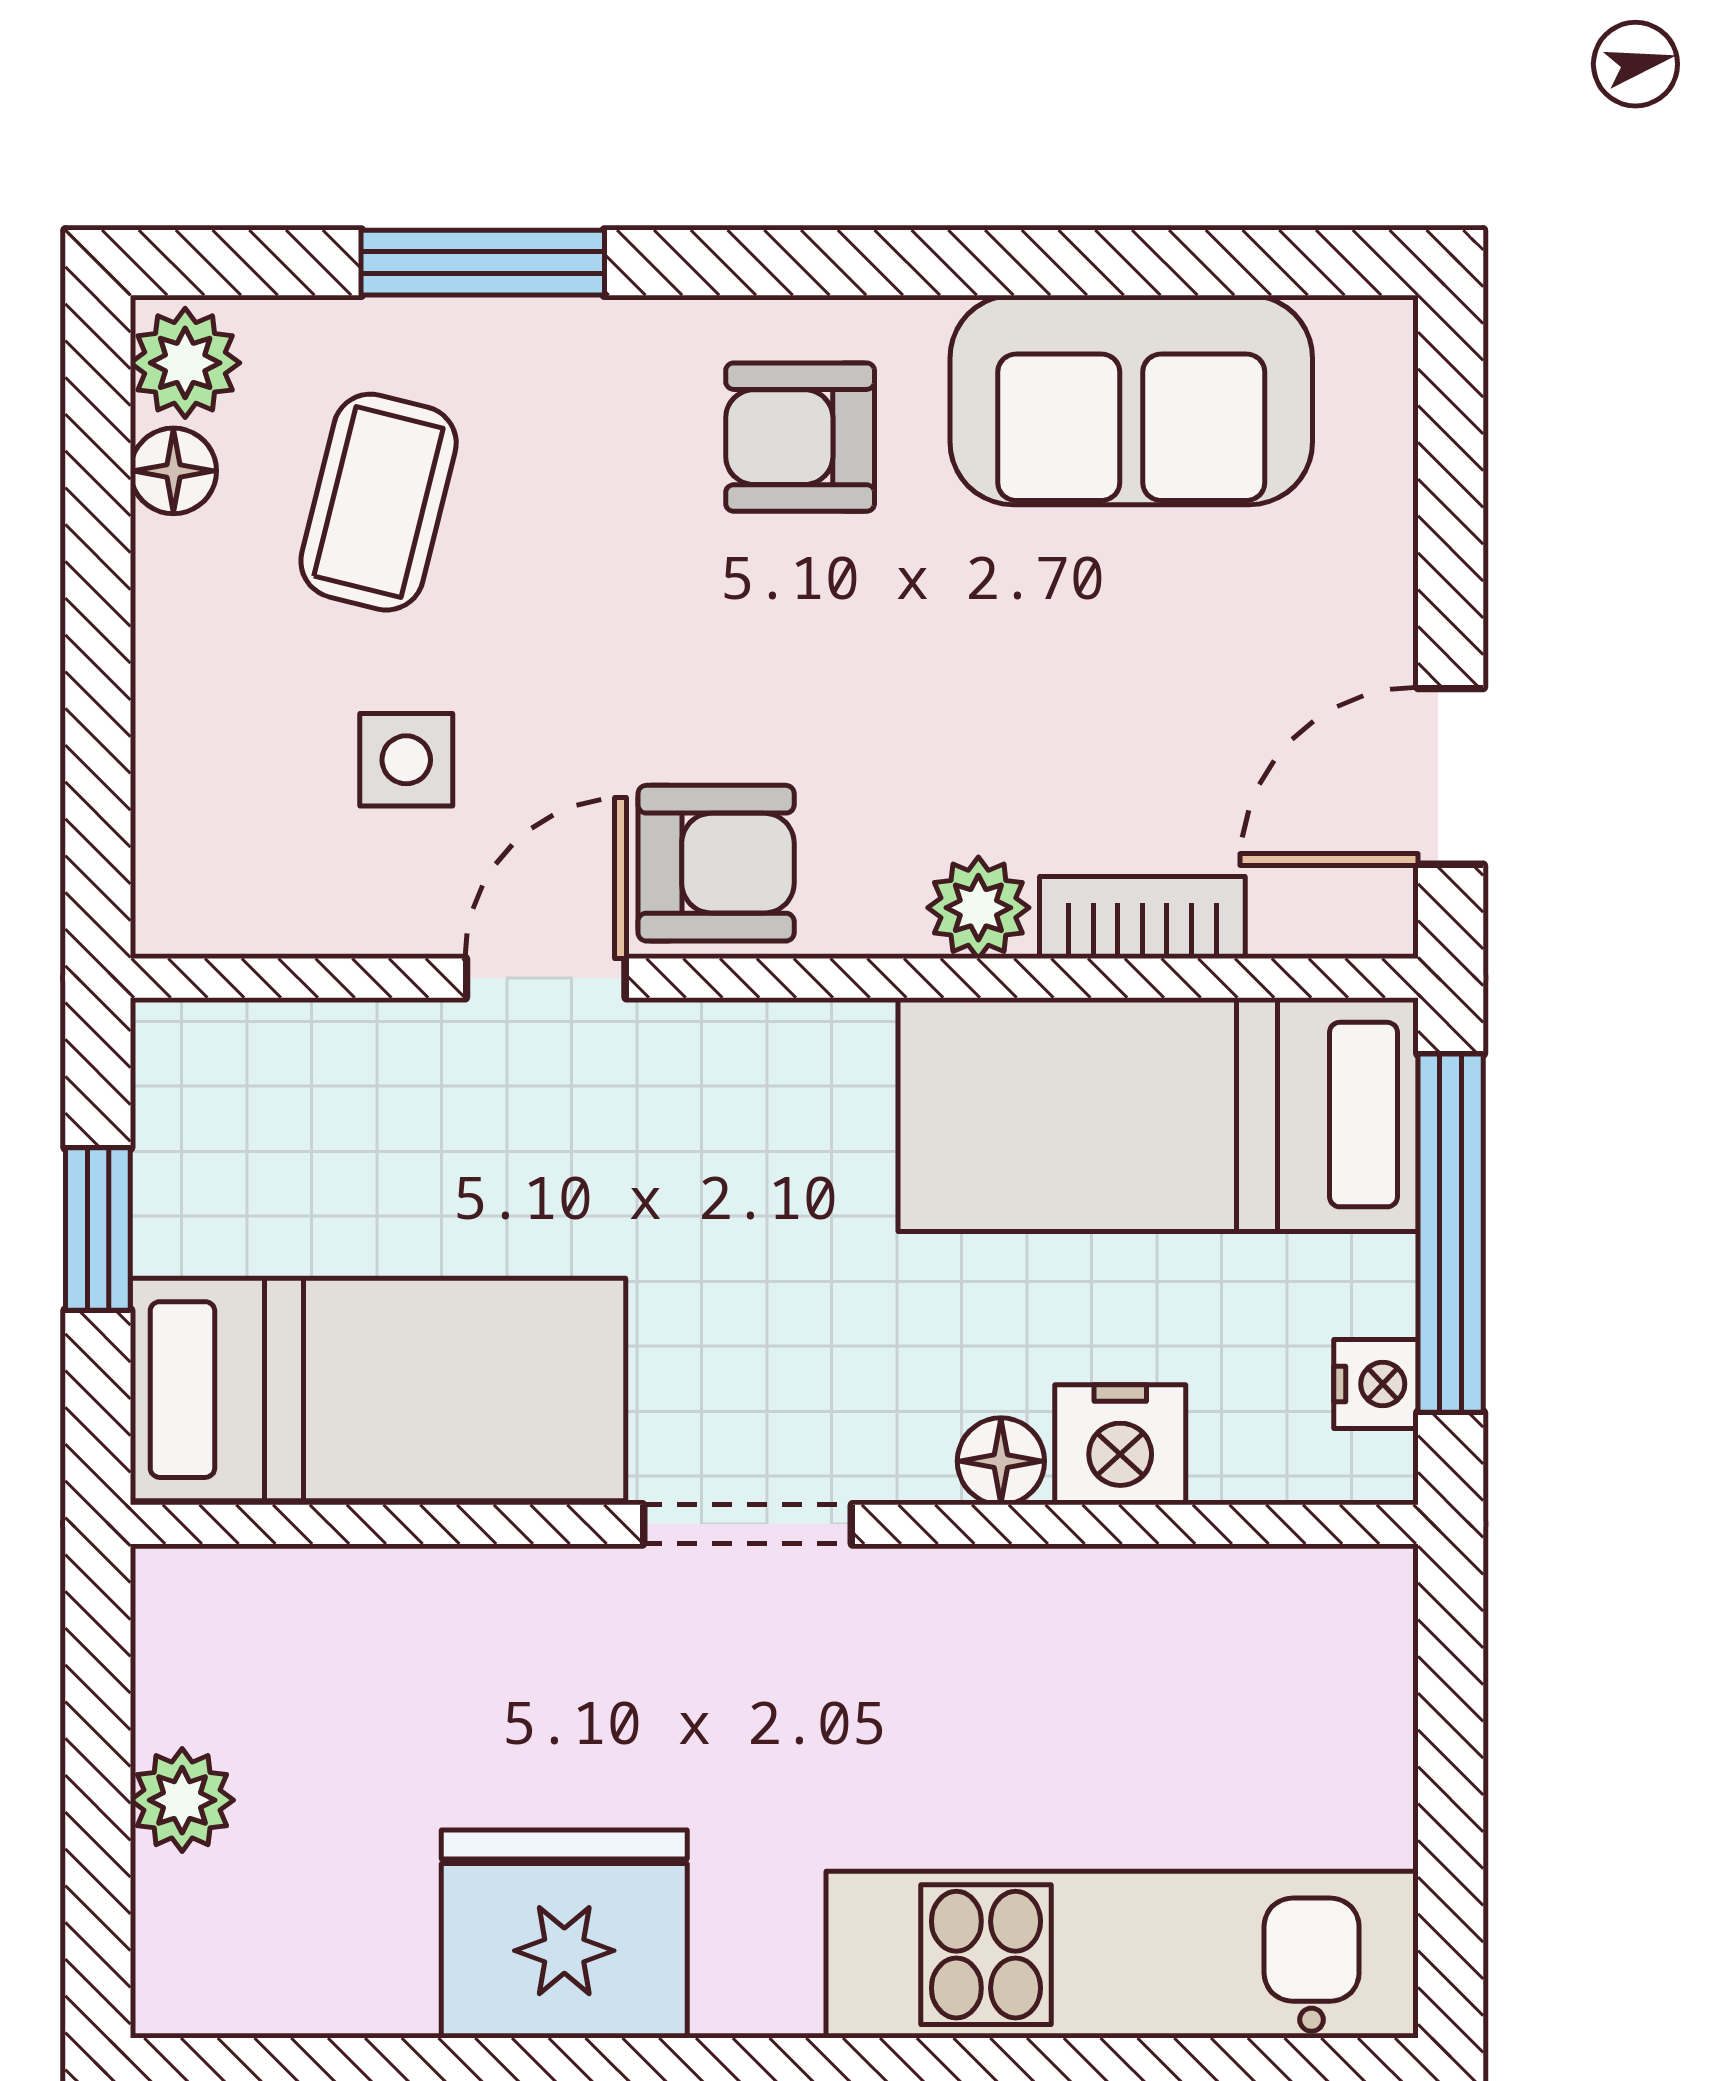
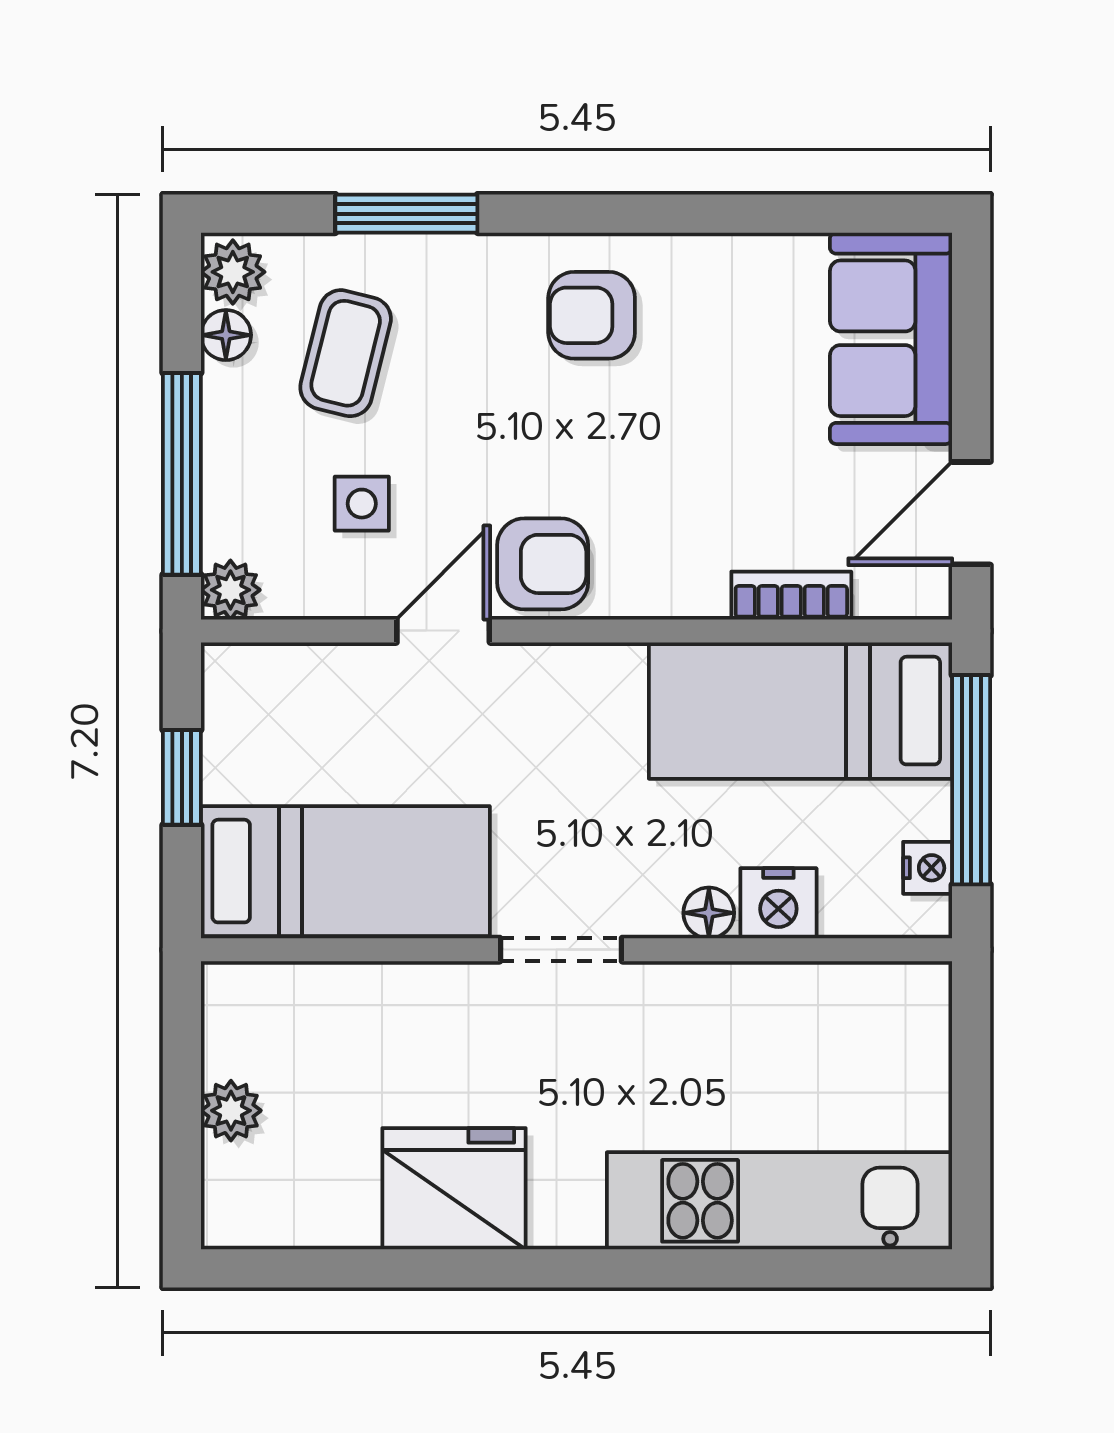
sofa: (1131, 400) -> (891, 338), moved, turned 90
window: (98, 709) -> (182, 474), added
plant: (978, 908) -> (230, 590), moved

